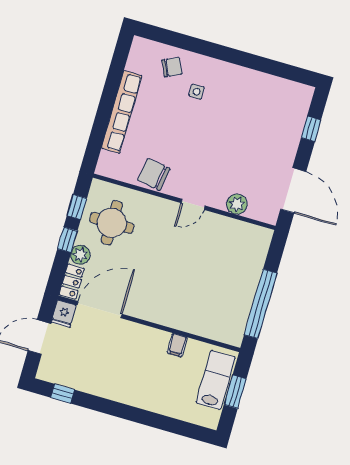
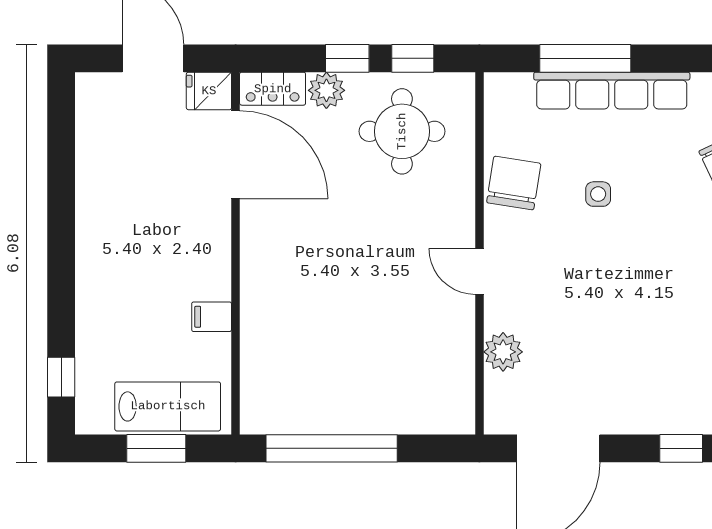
side table: (197, 92) -> (598, 194), moved
window: (102, 121) -> (585, 58), added
window: (63, 394) -> (61, 377), moved

